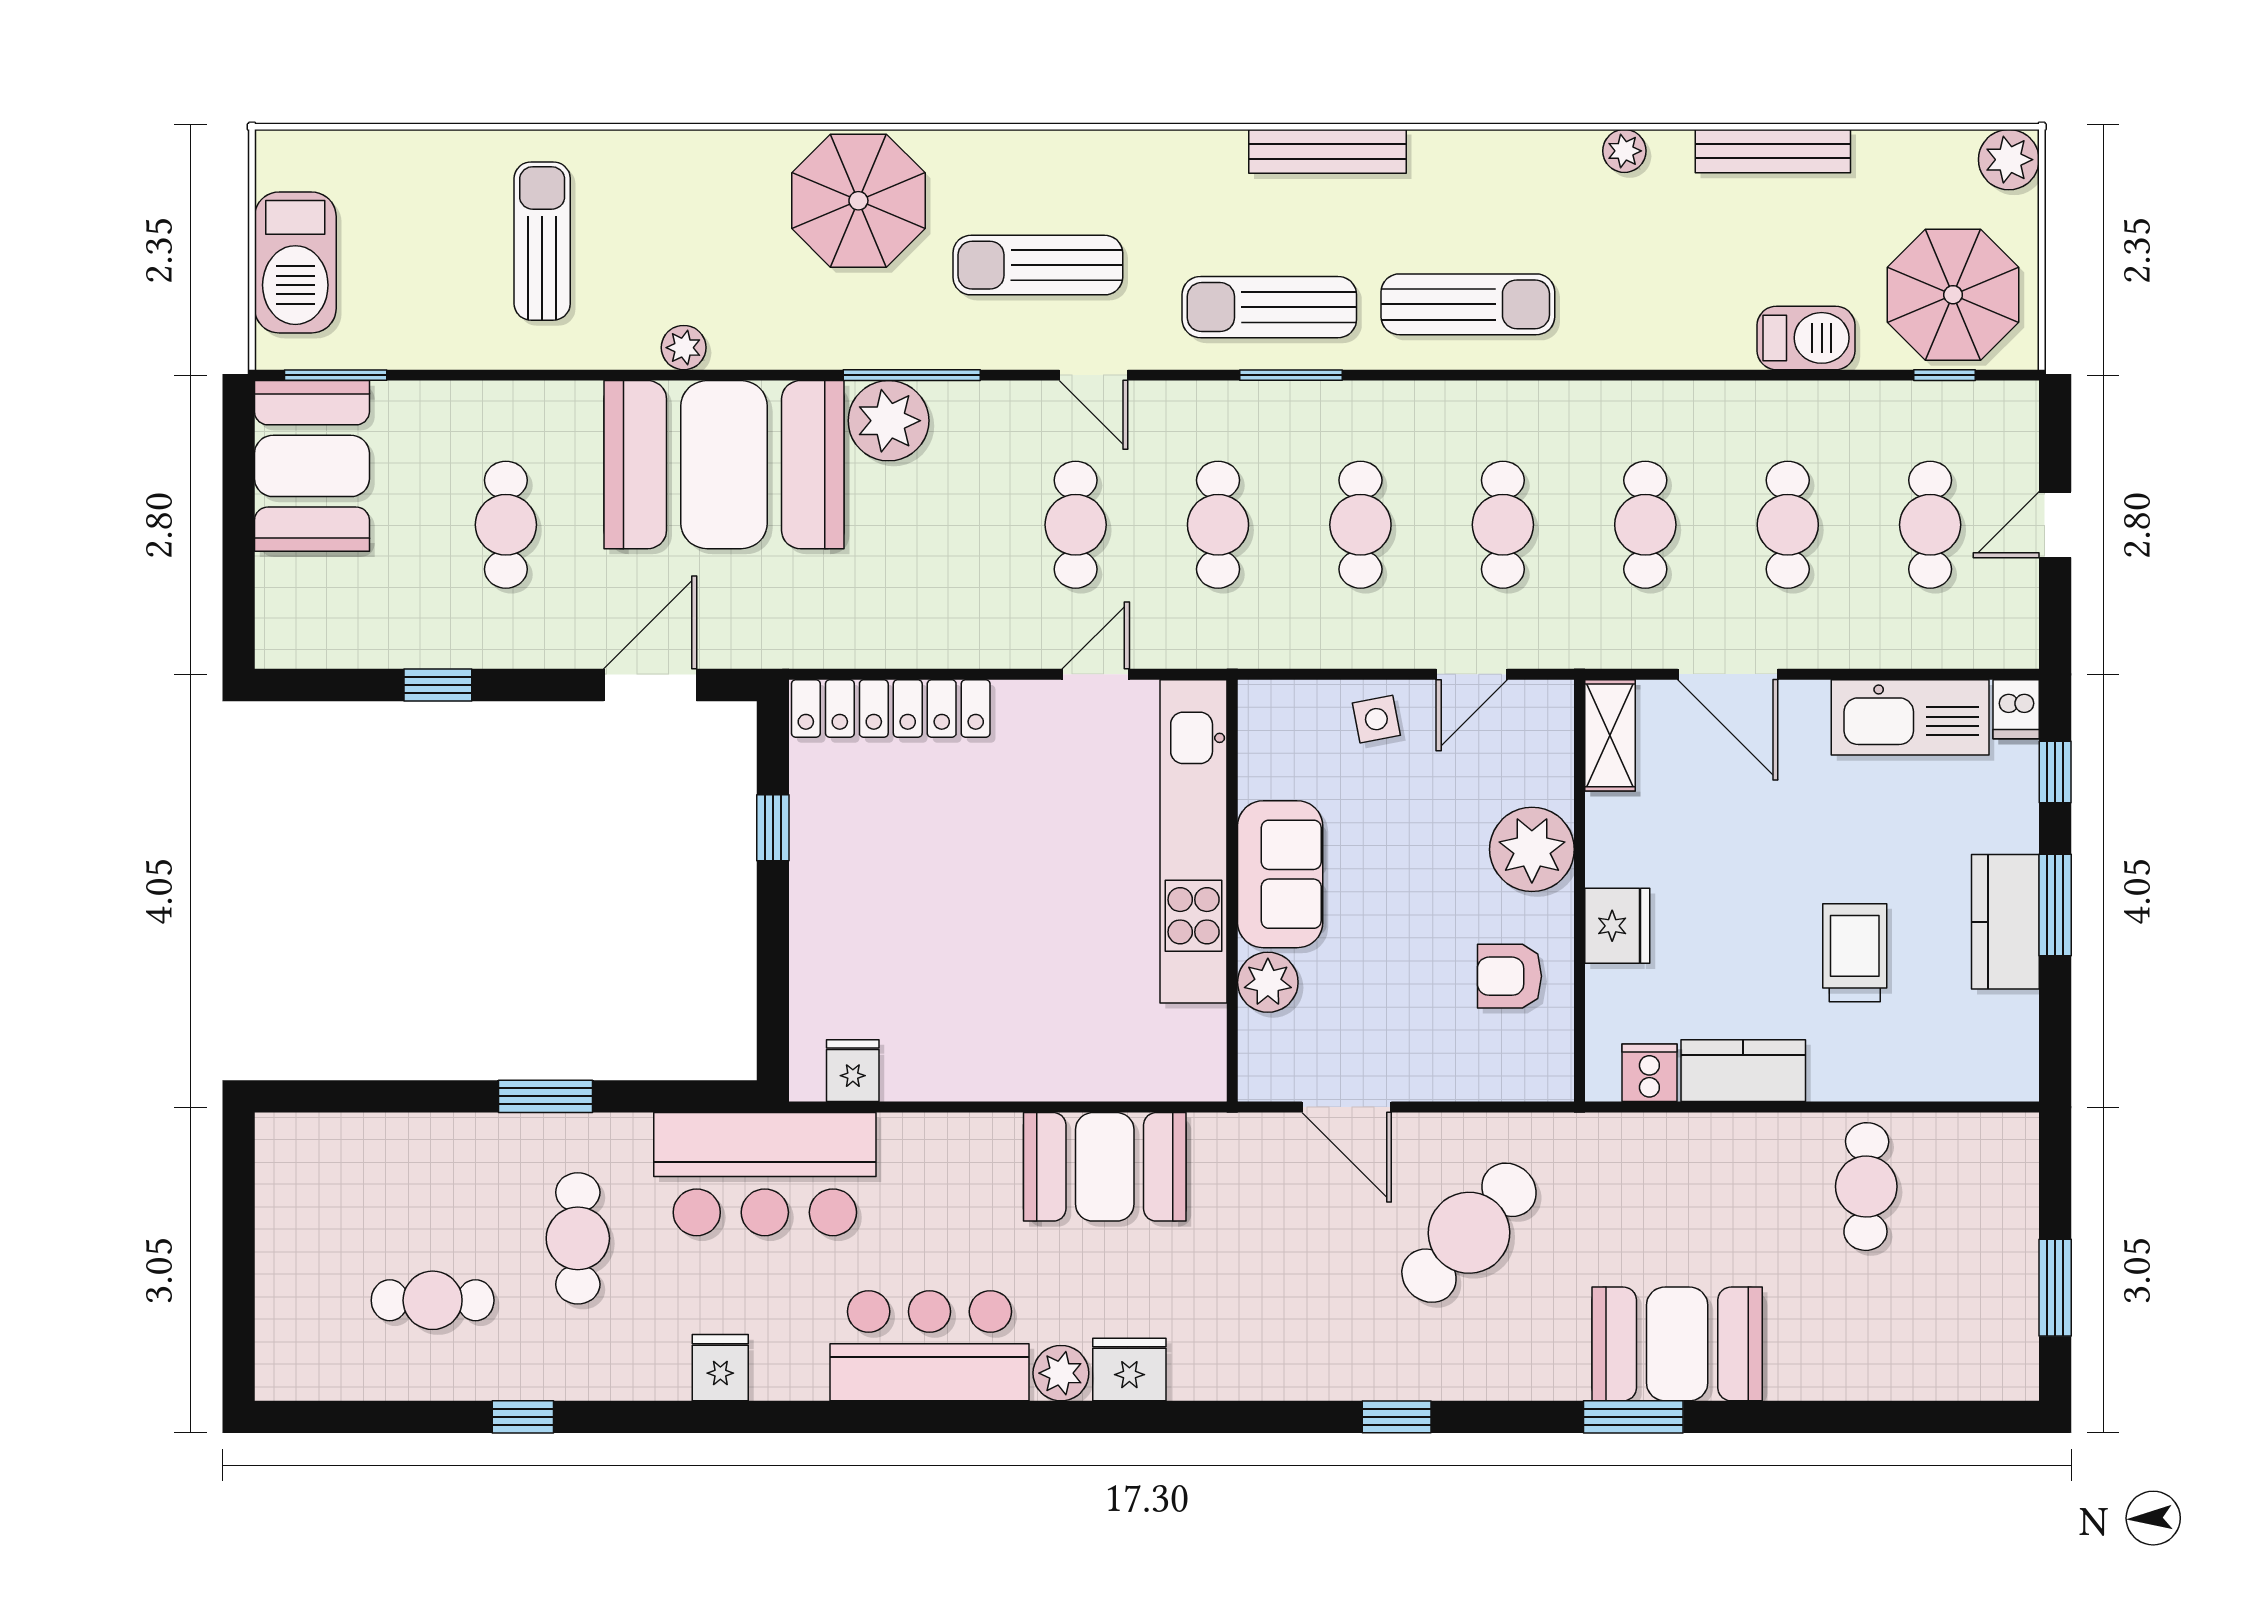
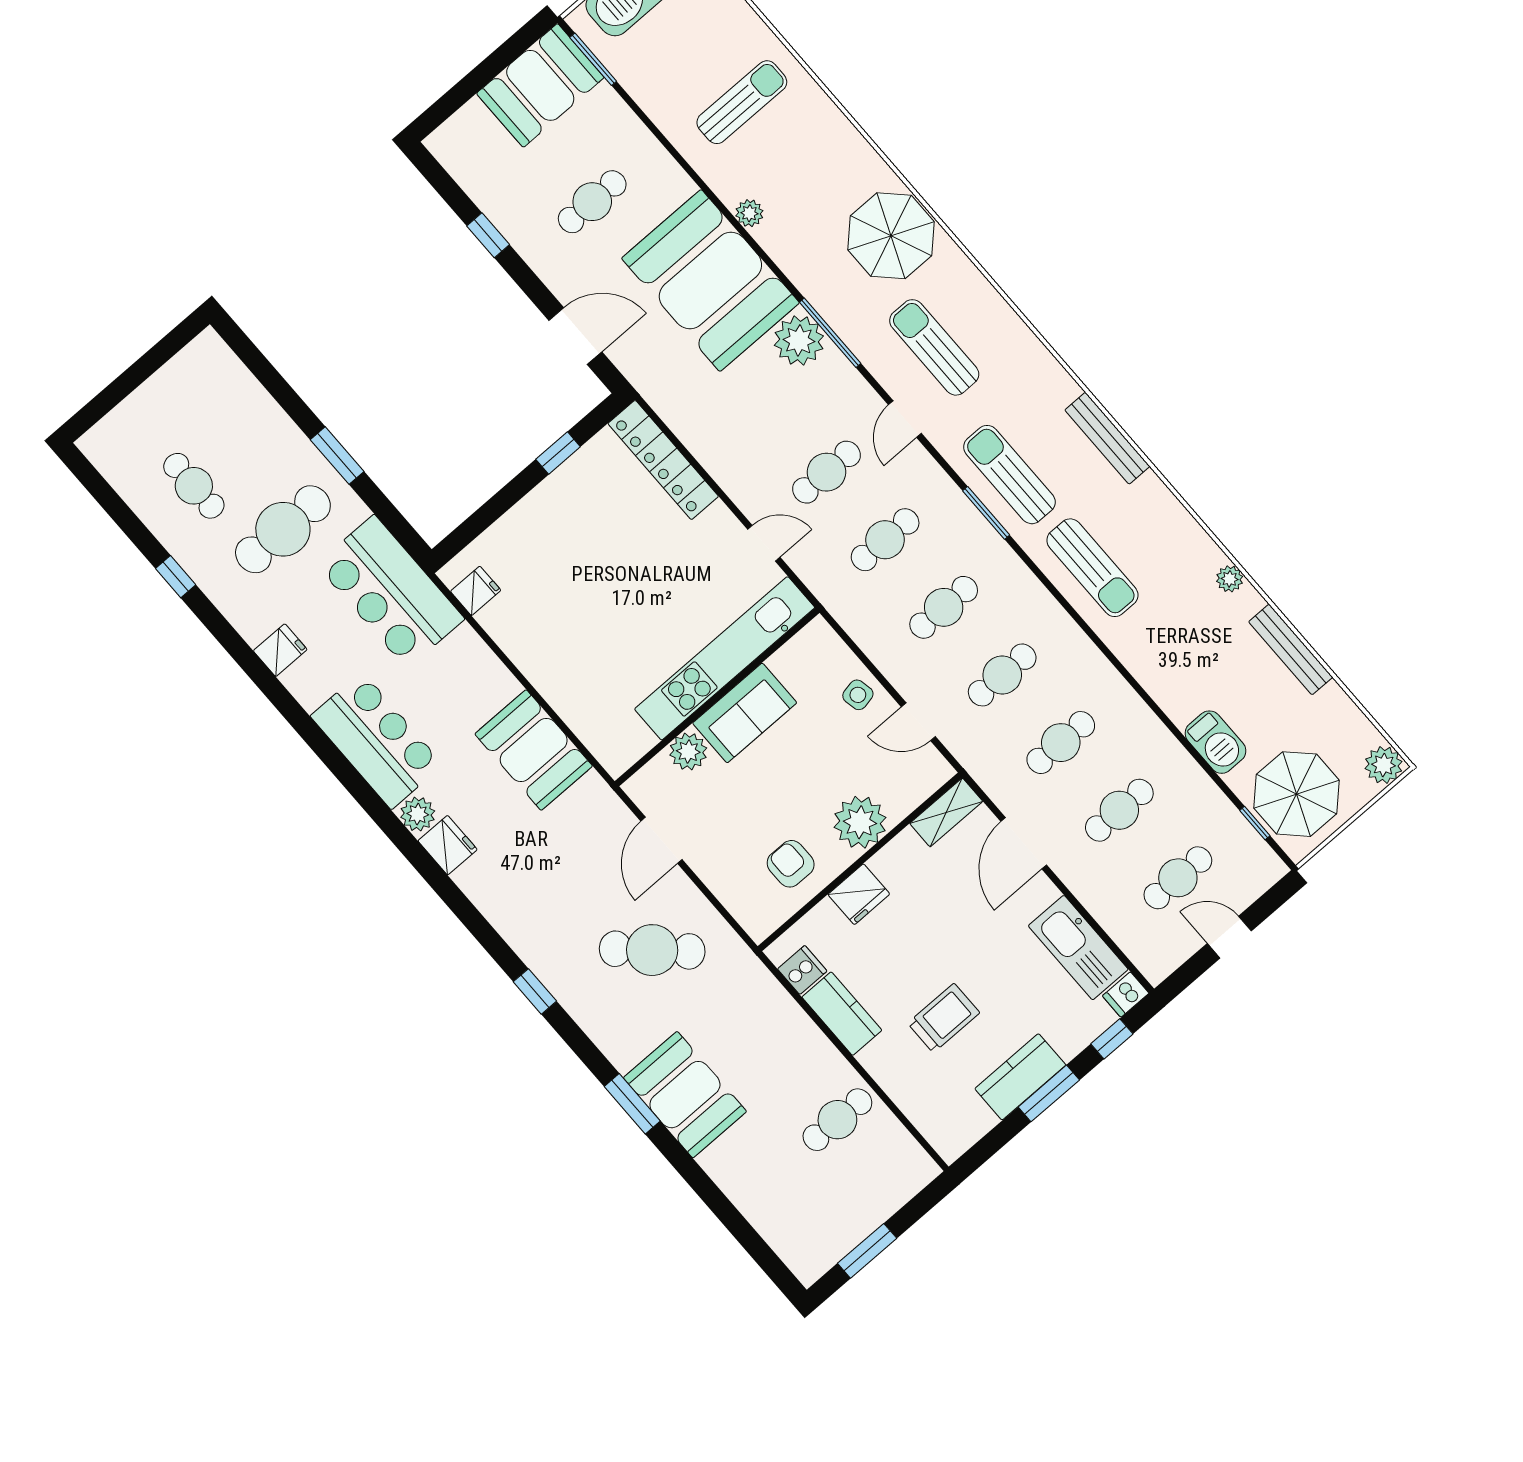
cafe table: (578, 1238) -> (283, 529), width x1.37, depth x1.35

